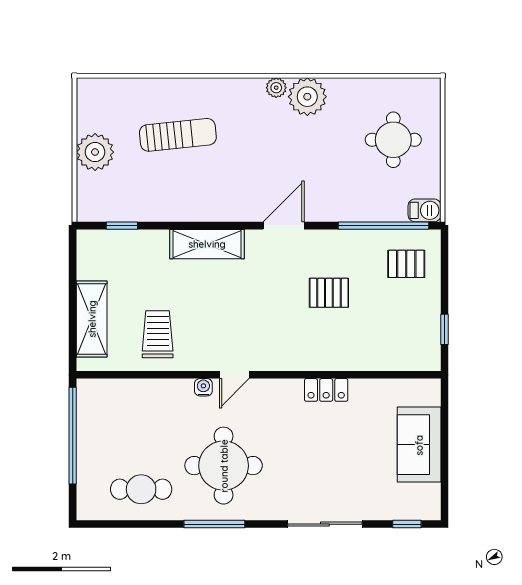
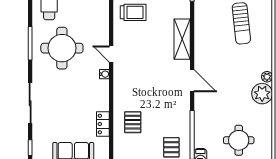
pallet: (329, 293) -> (133, 122), moved
water cooler: (203, 387) -> (104, 74), moved
locker: (326, 390) -> (103, 124), moved

